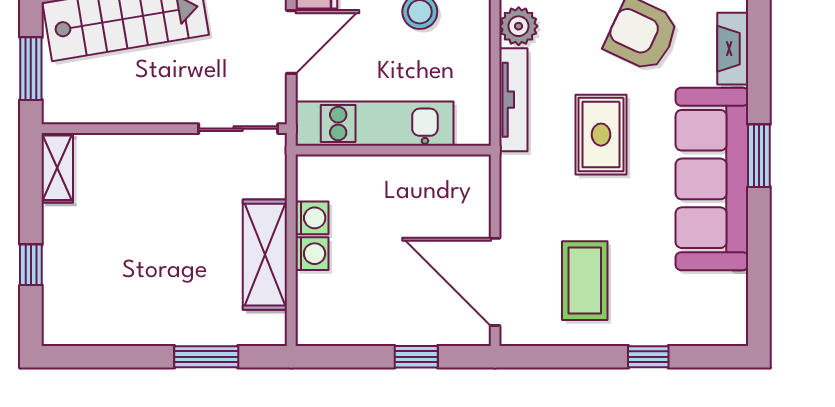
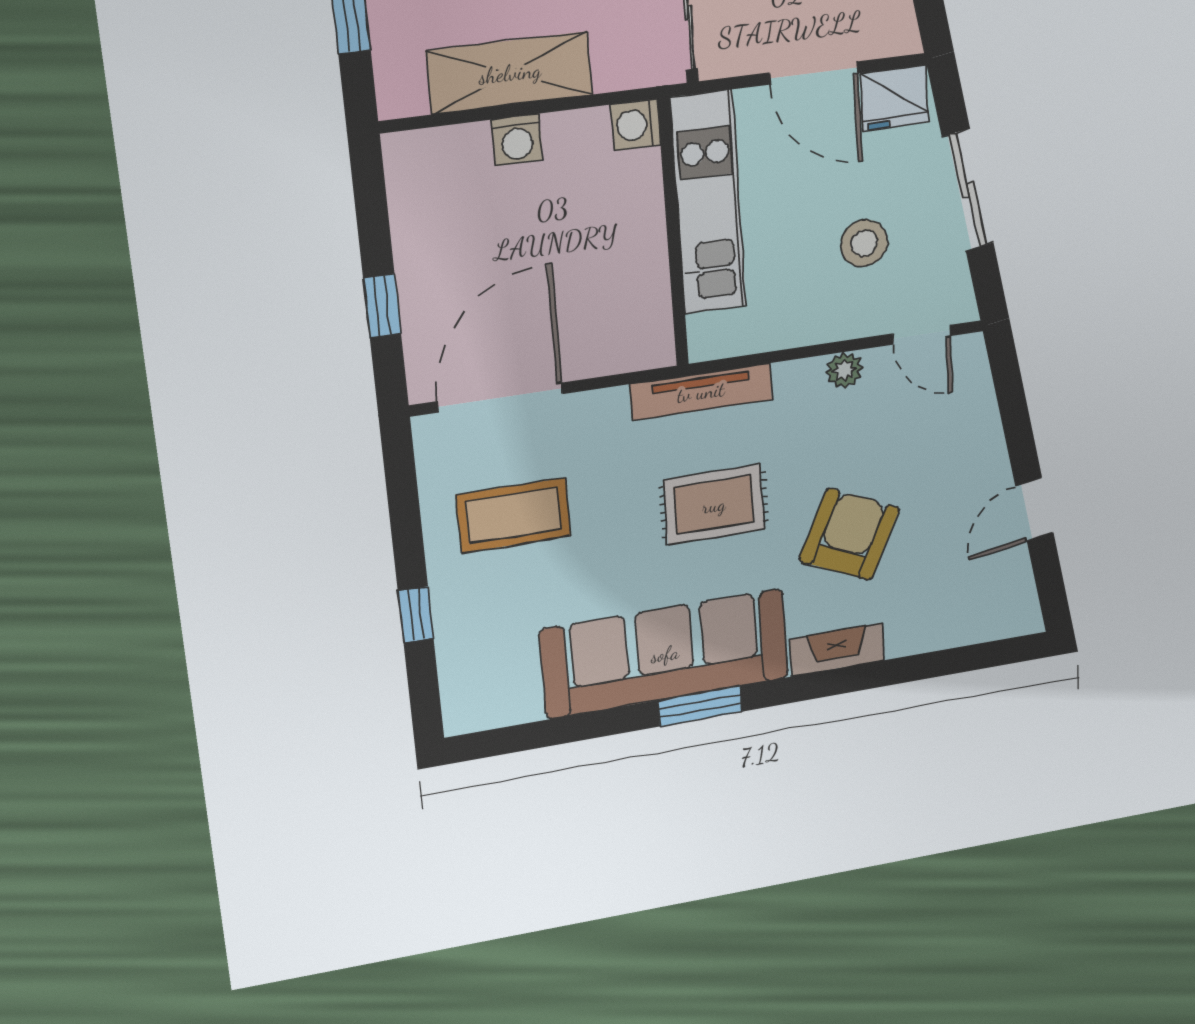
plant: (519, 26) -> (844, 370), width x0.73, depth x0.73
tv unit: (513, 100) -> (701, 392), moved
washing machine: (312, 218) -> (636, 125), moved, turned 90

